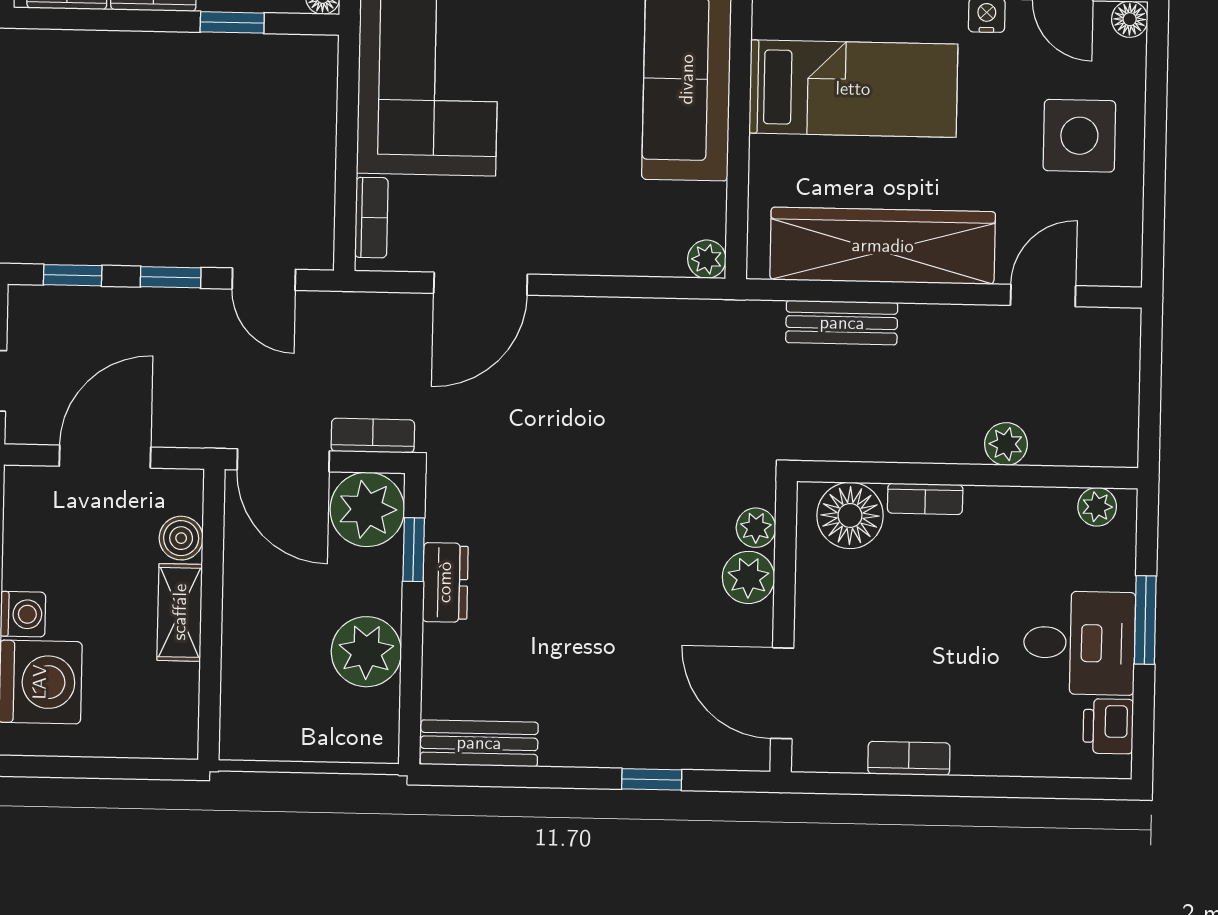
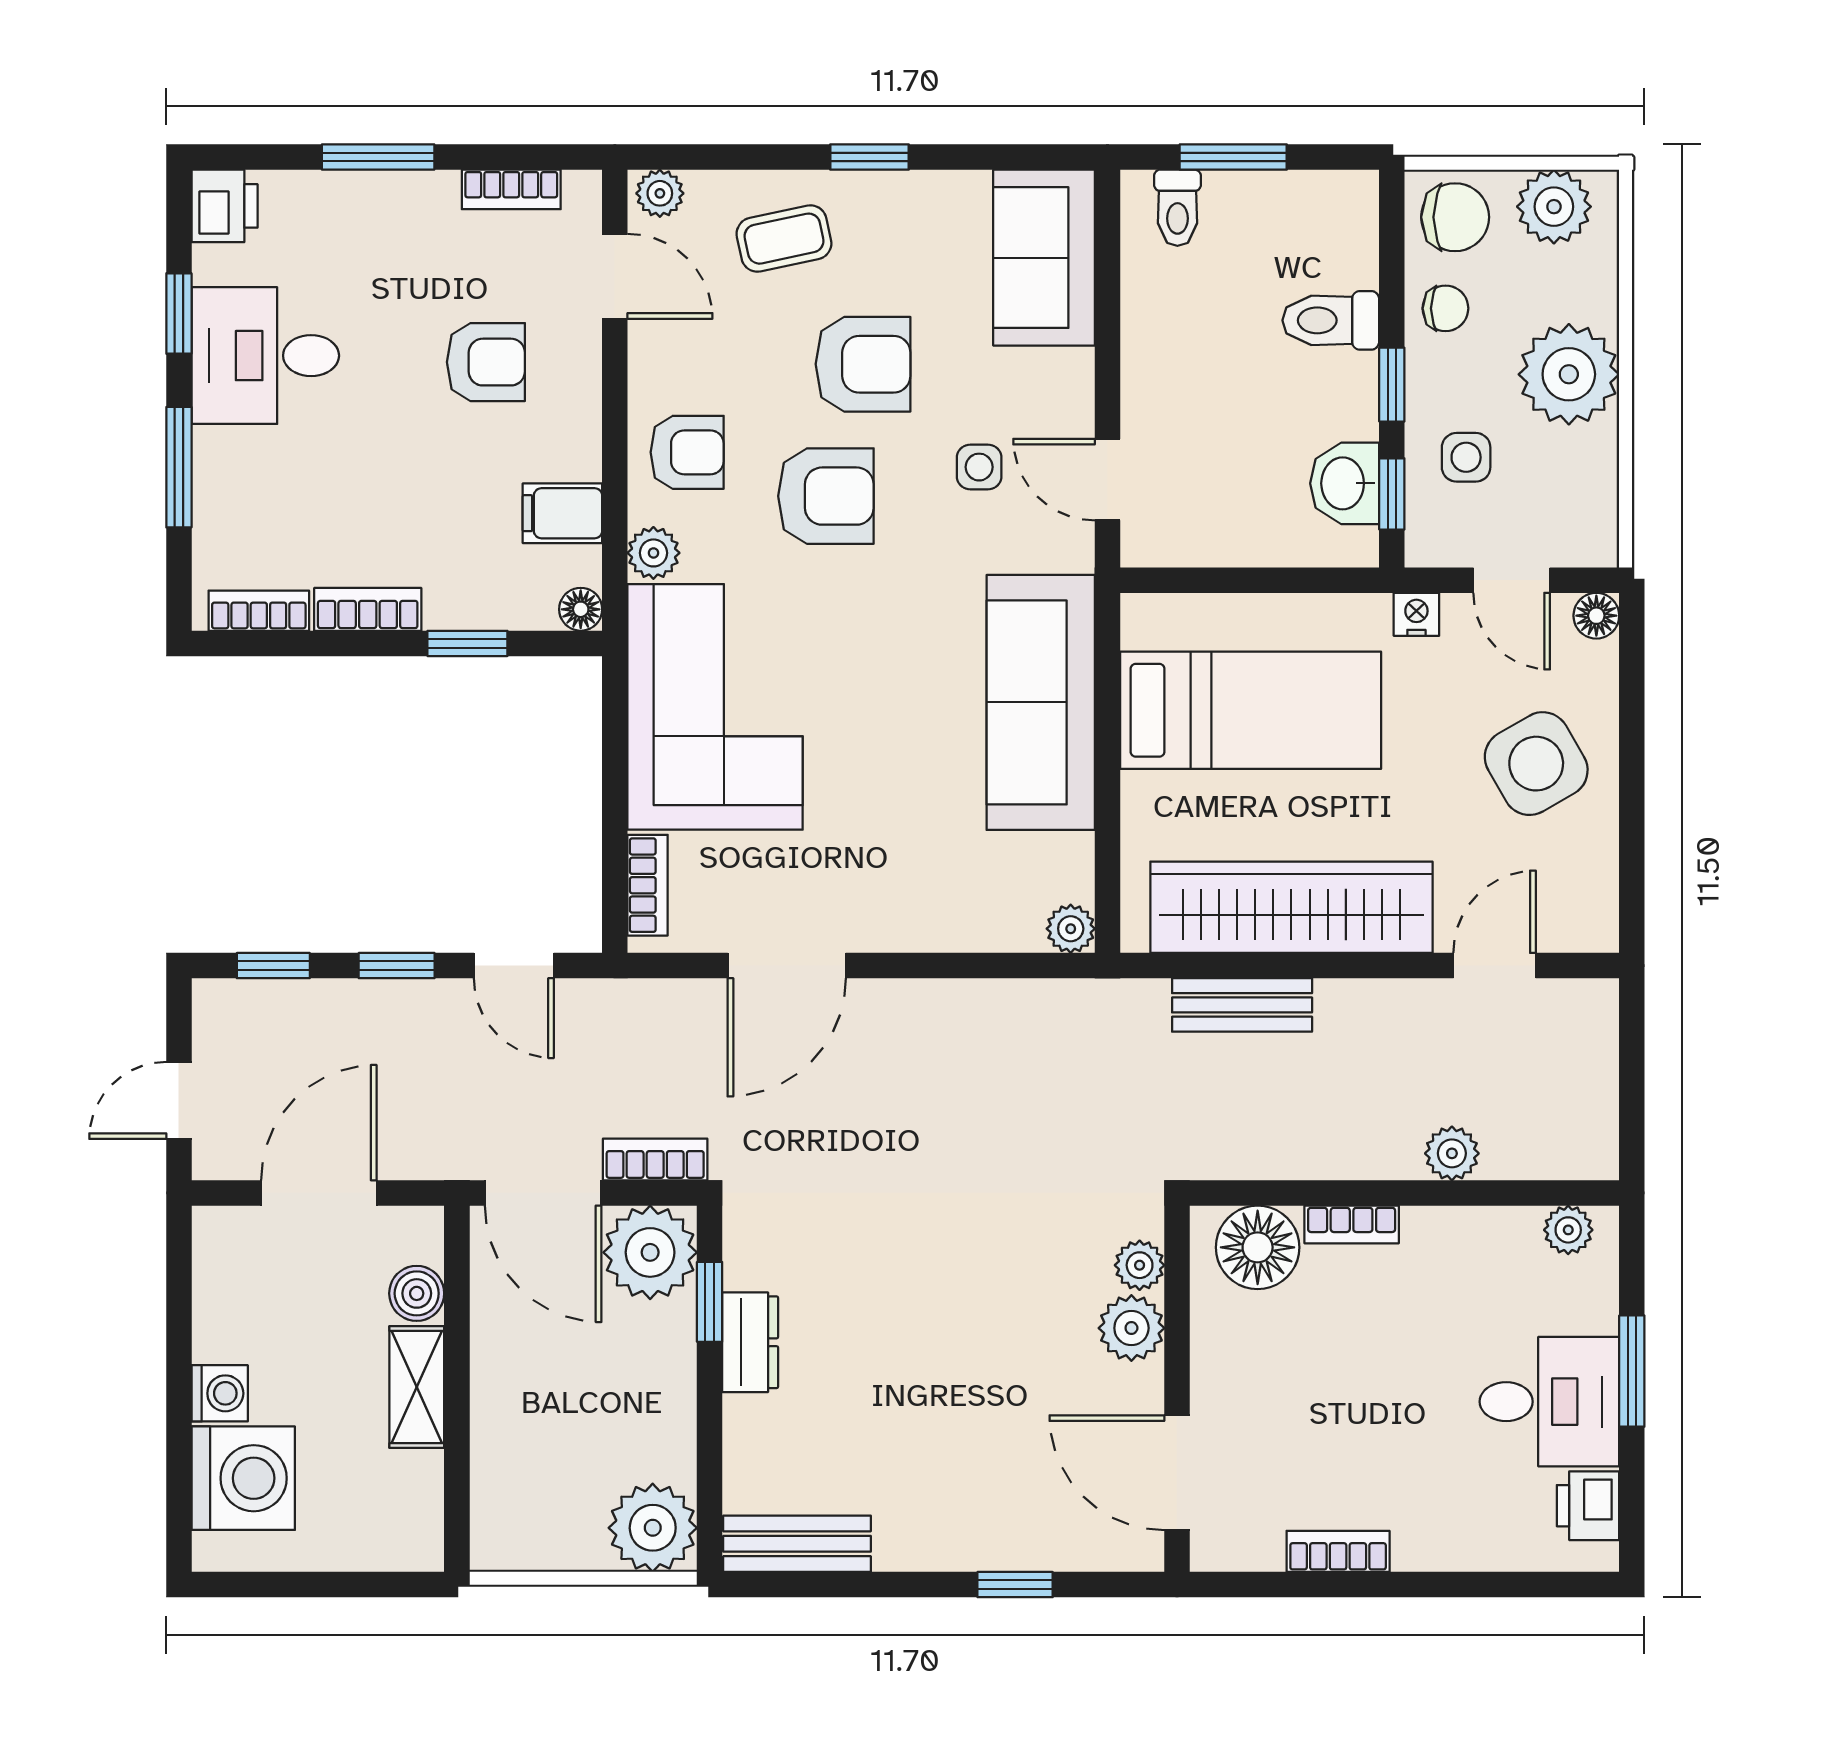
side table: (1079, 136) -> (1536, 764), turned -30
plant: (366, 652) -> (653, 1528), moved

